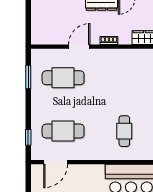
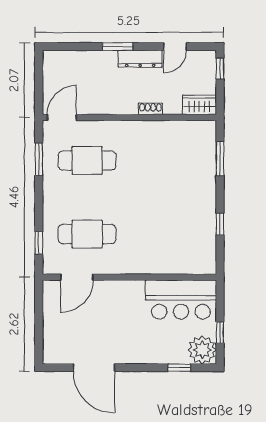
door: (79, 47) -> (62, 117), moved
cafe table: (124, 131) -> (172, 234), removed

